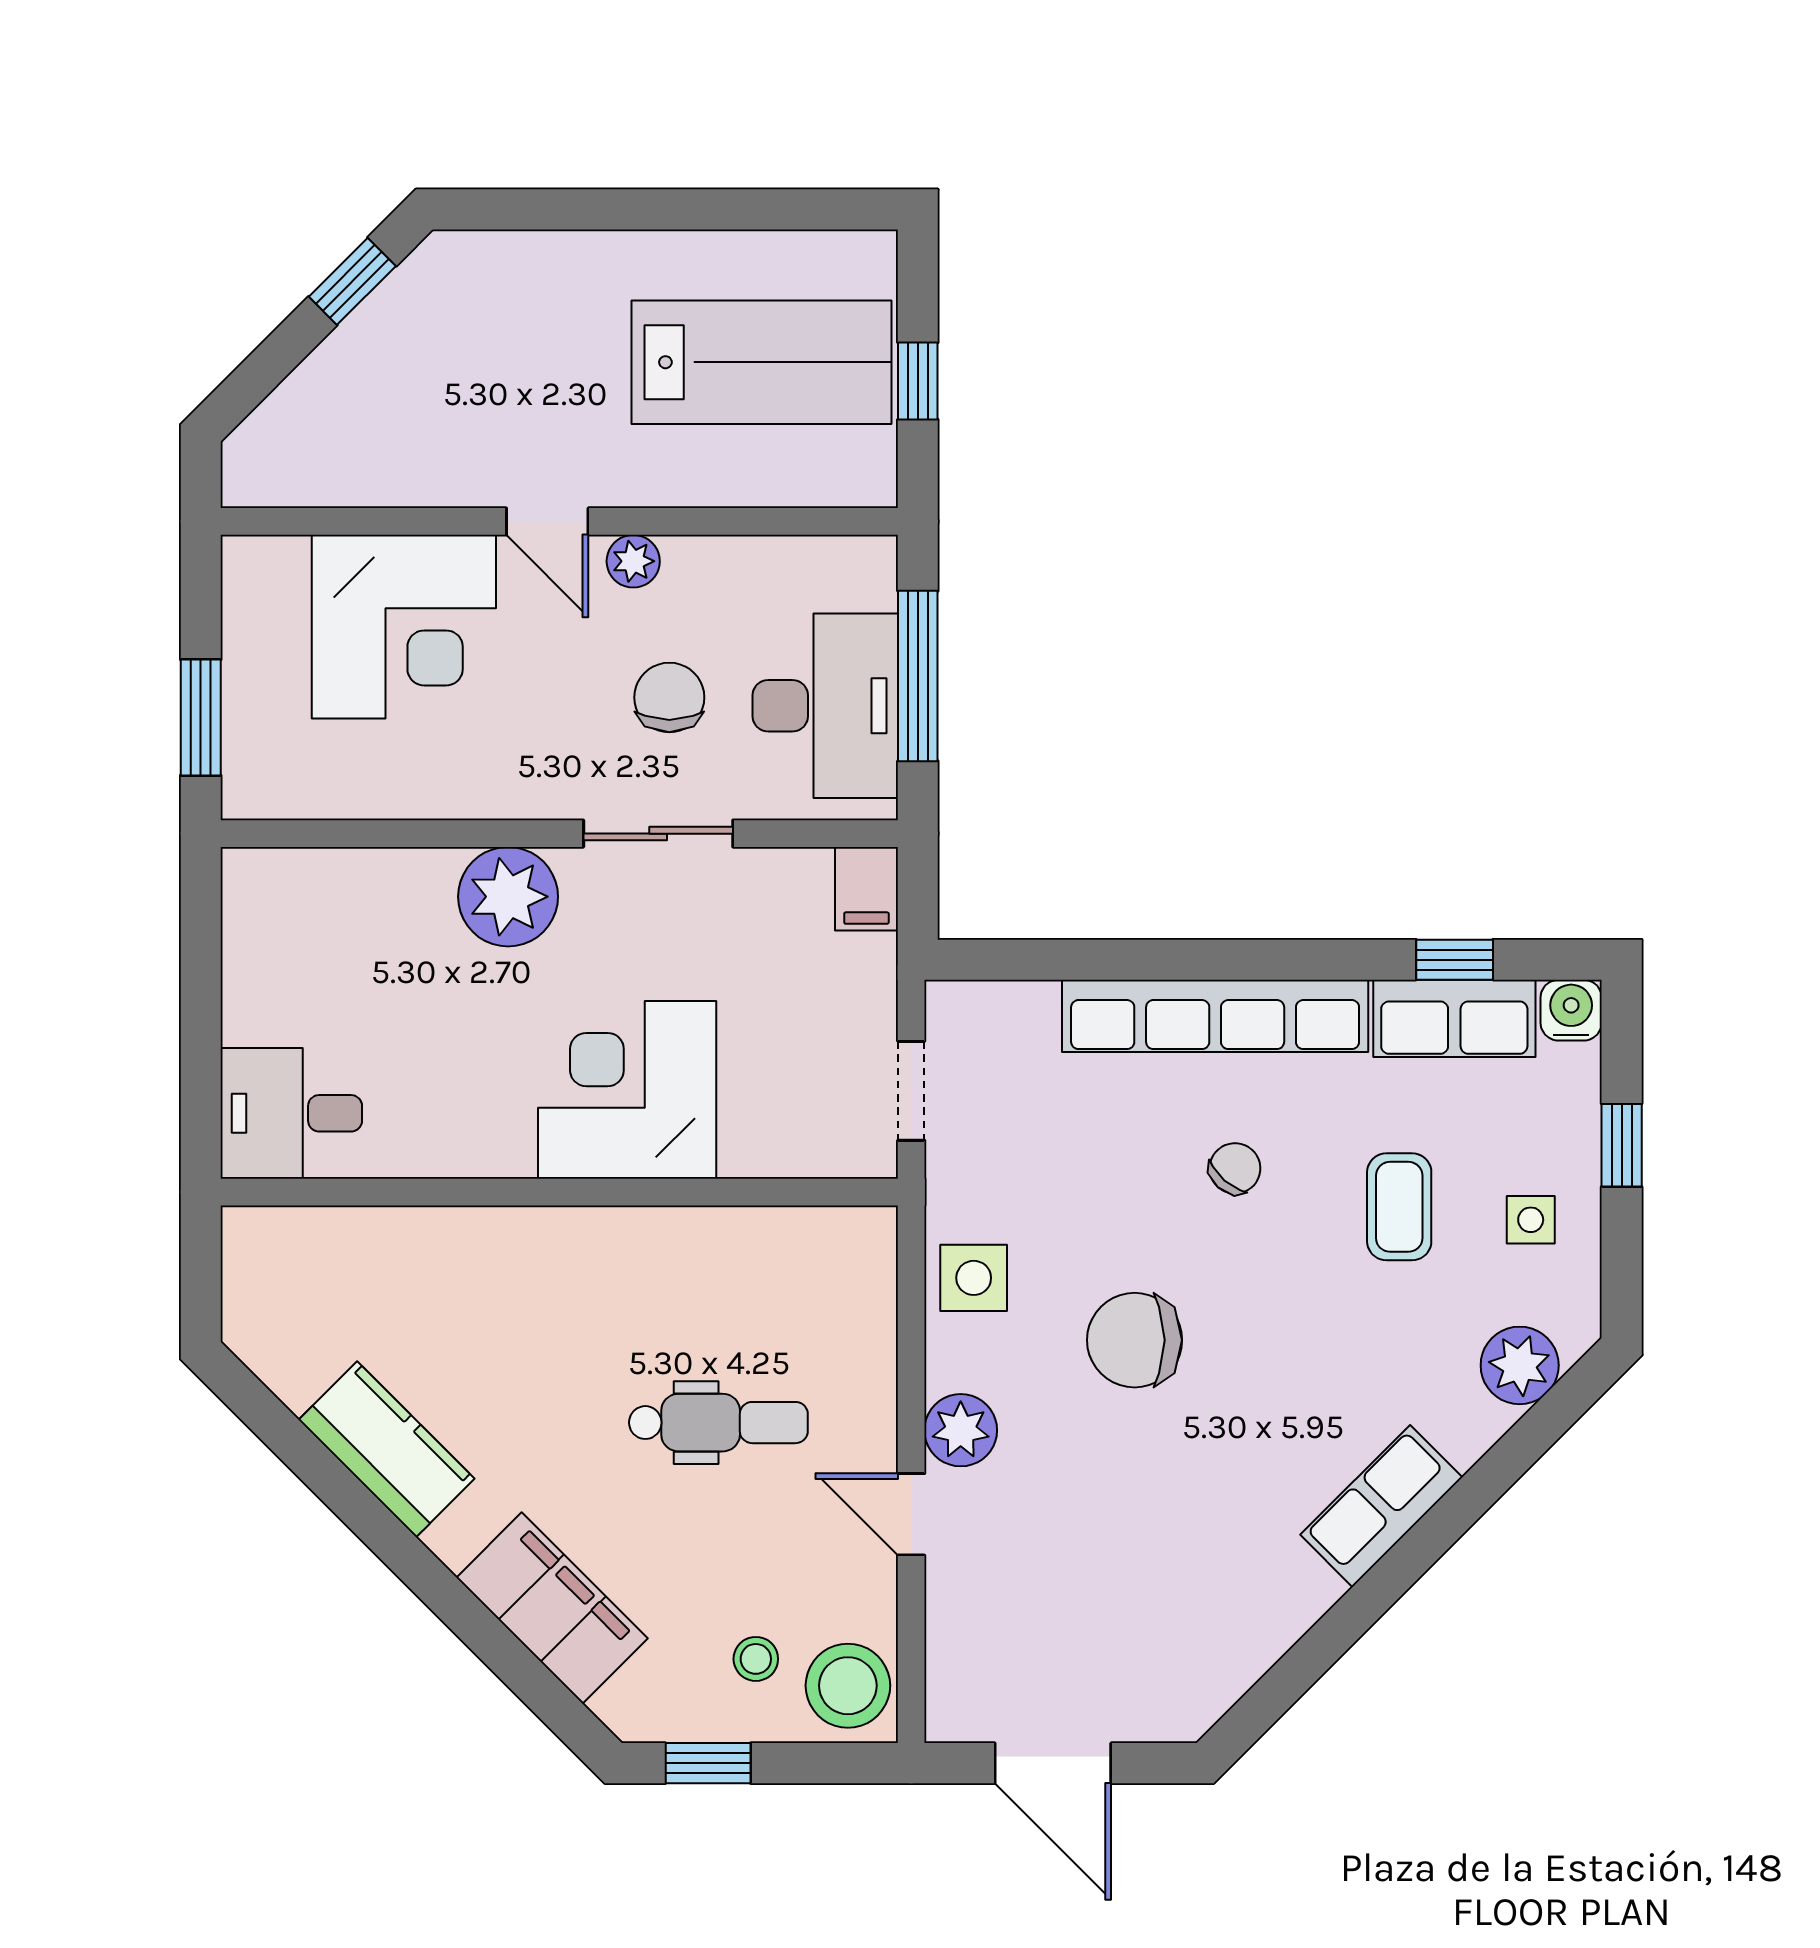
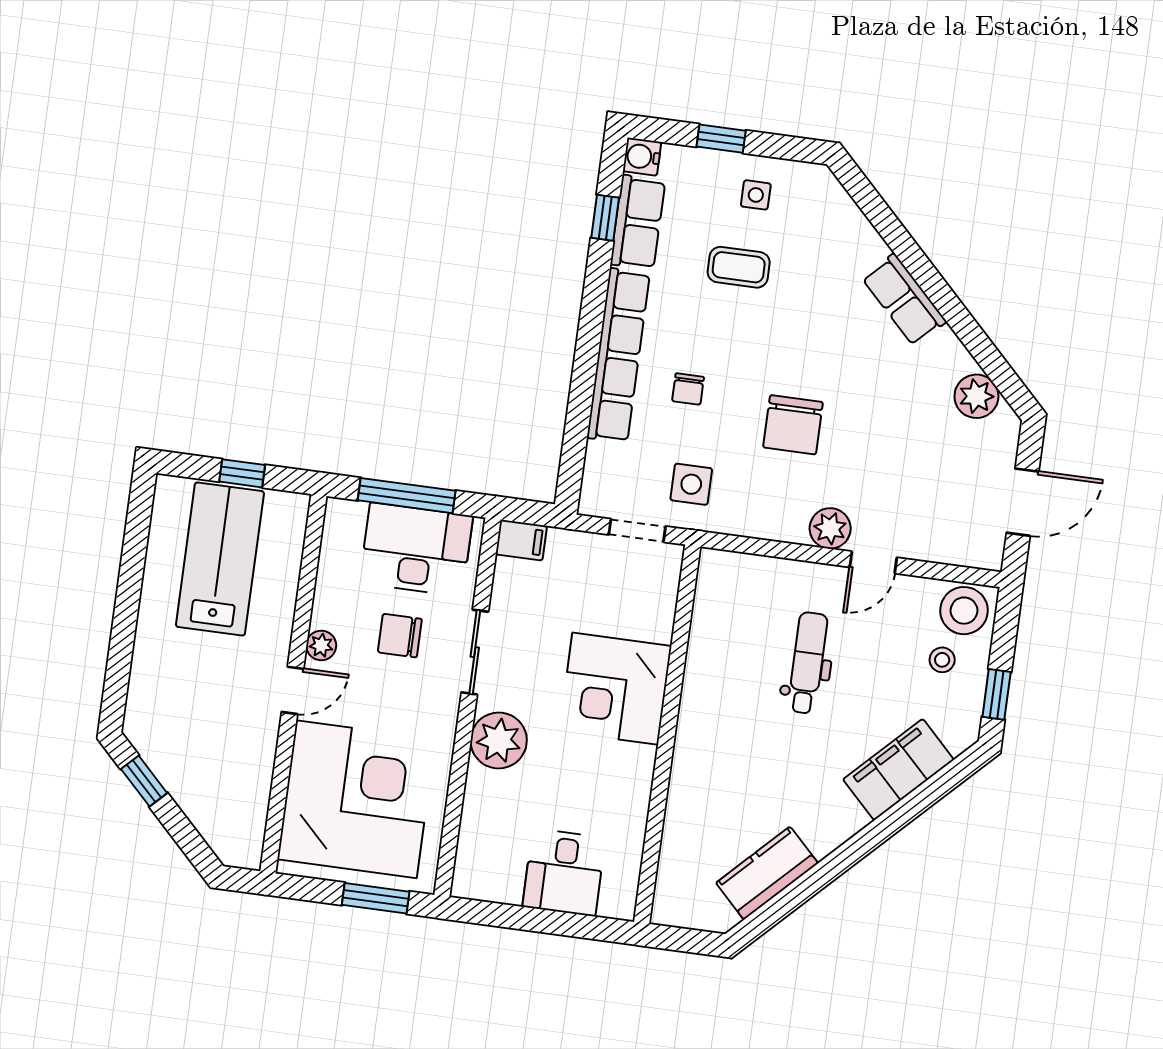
corner desk: (404, 627) -> (356, 799), width x1.36, depth x1.36
desk: (291, 1113) -> (564, 872), moved
chair: (1235, 1168) -> (688, 389), moved, turned -131
side table: (974, 1278) -> (691, 484), moved
plant: (1520, 1365) -> (976, 396), moved
kitchen counter: (387, 1449) -> (767, 873), moved

